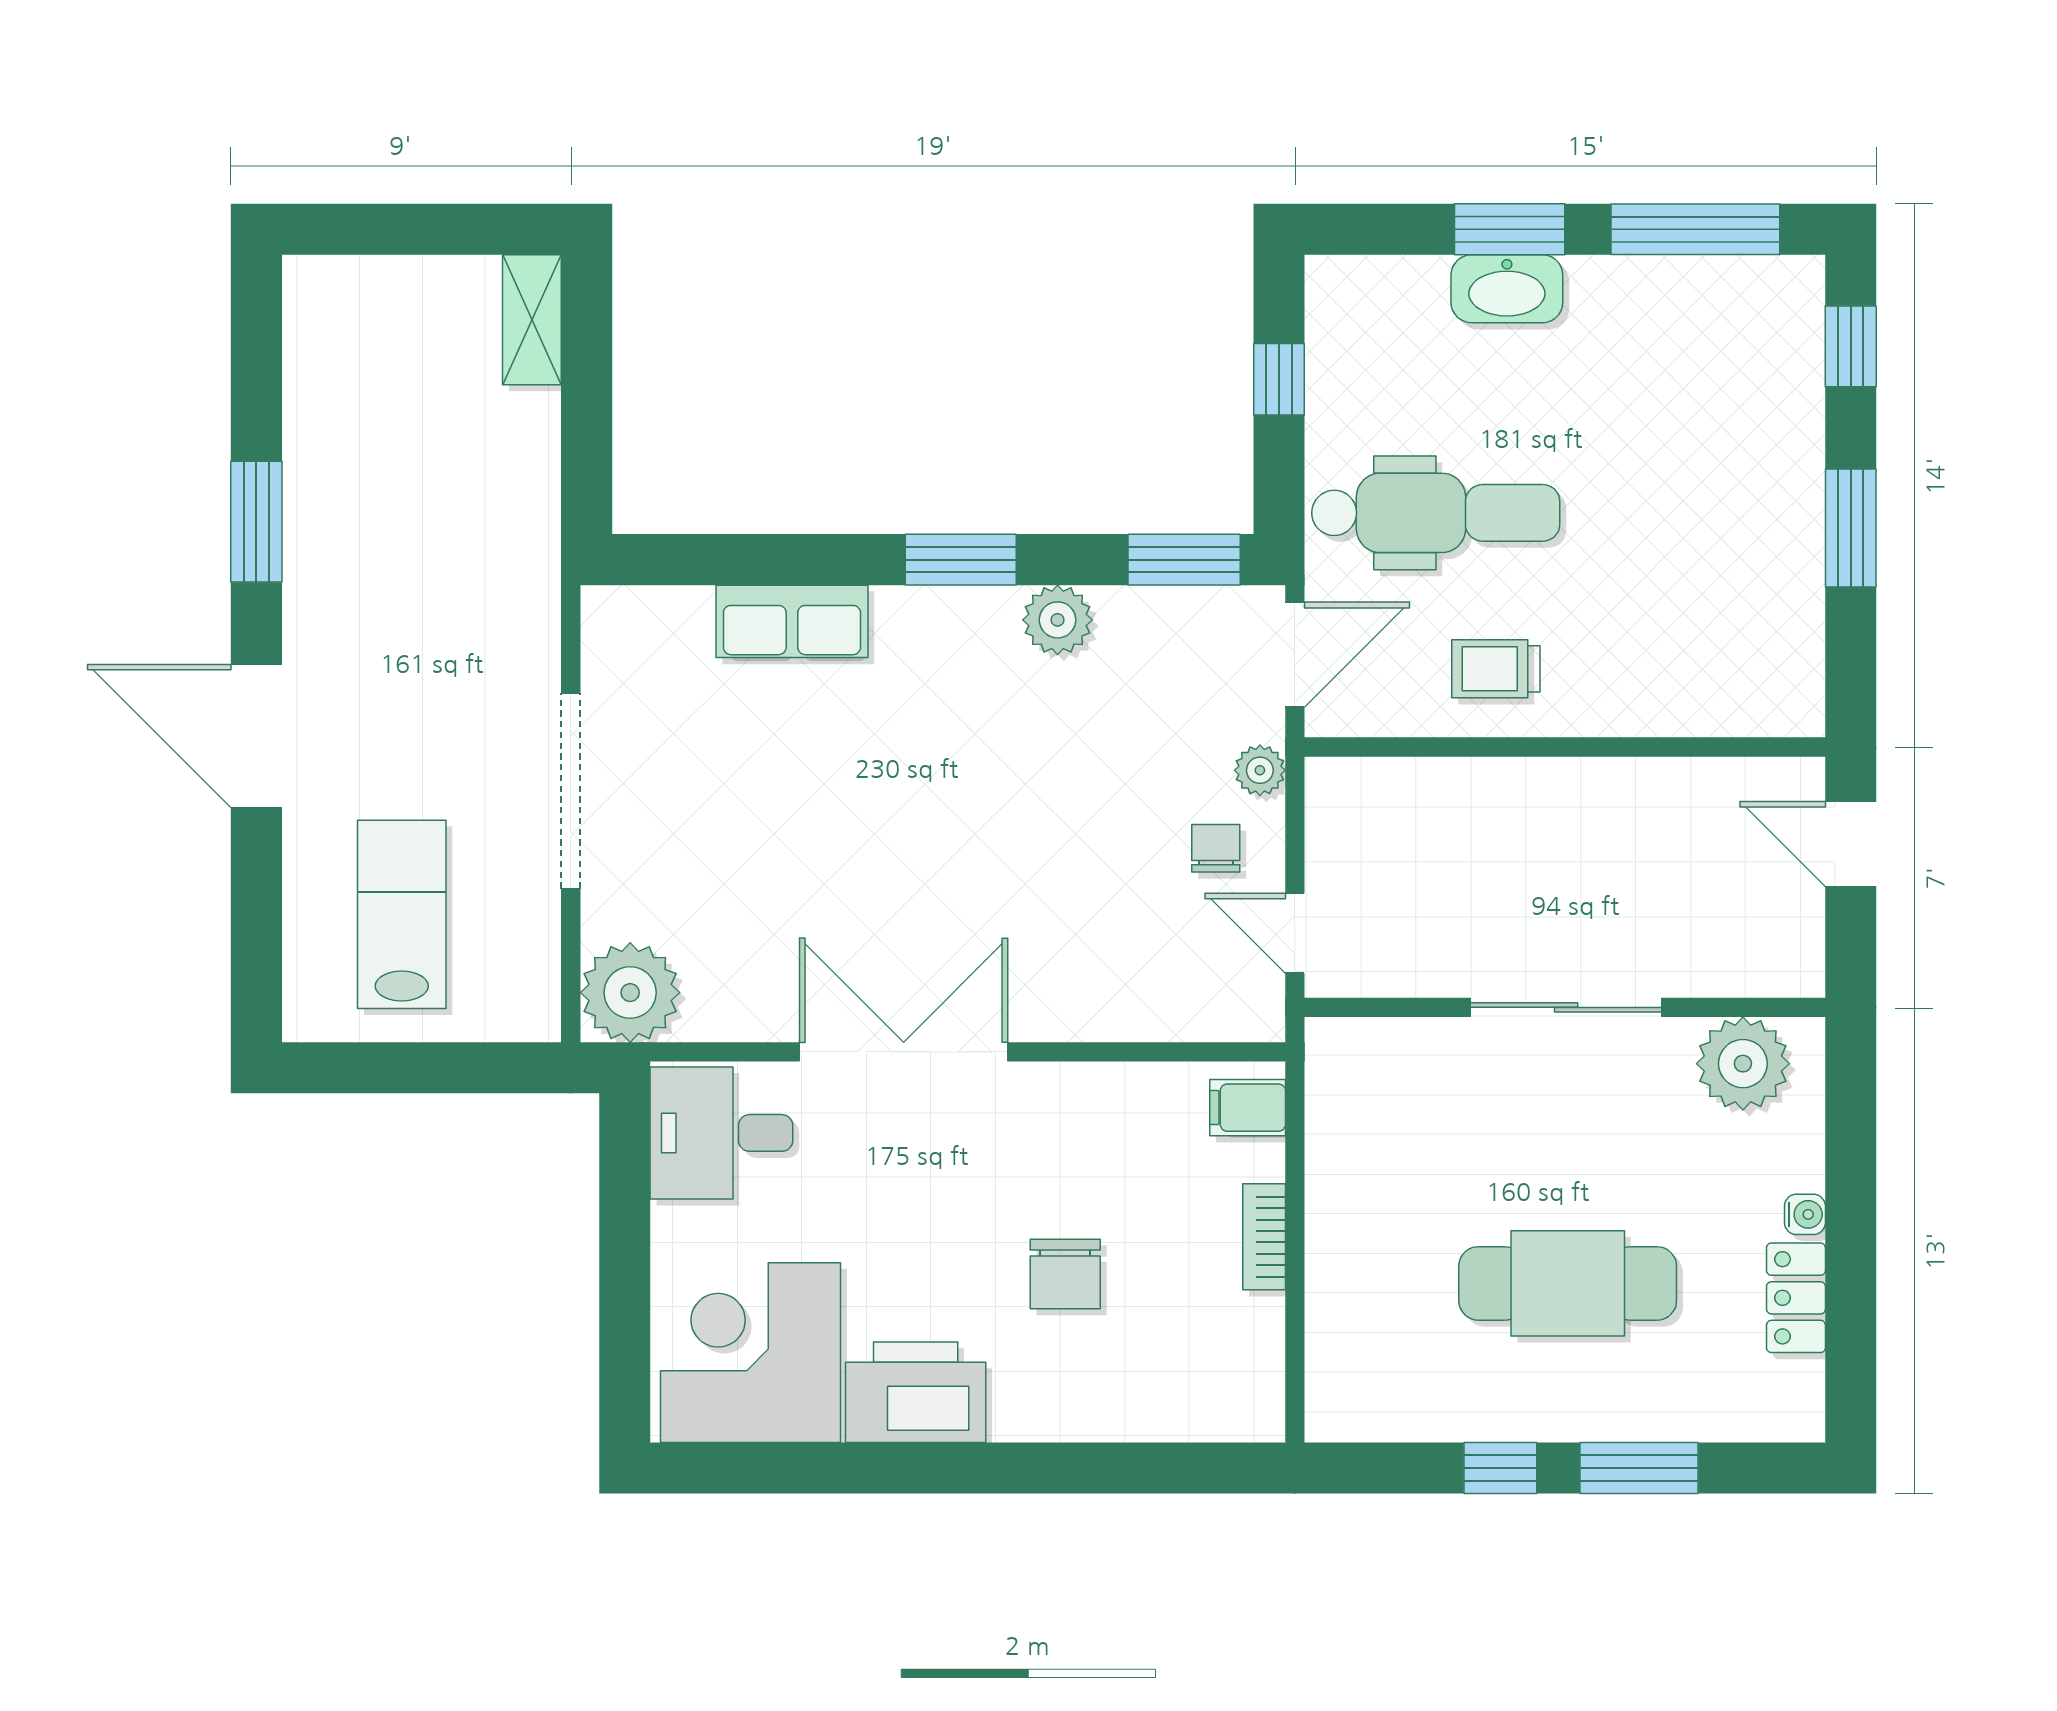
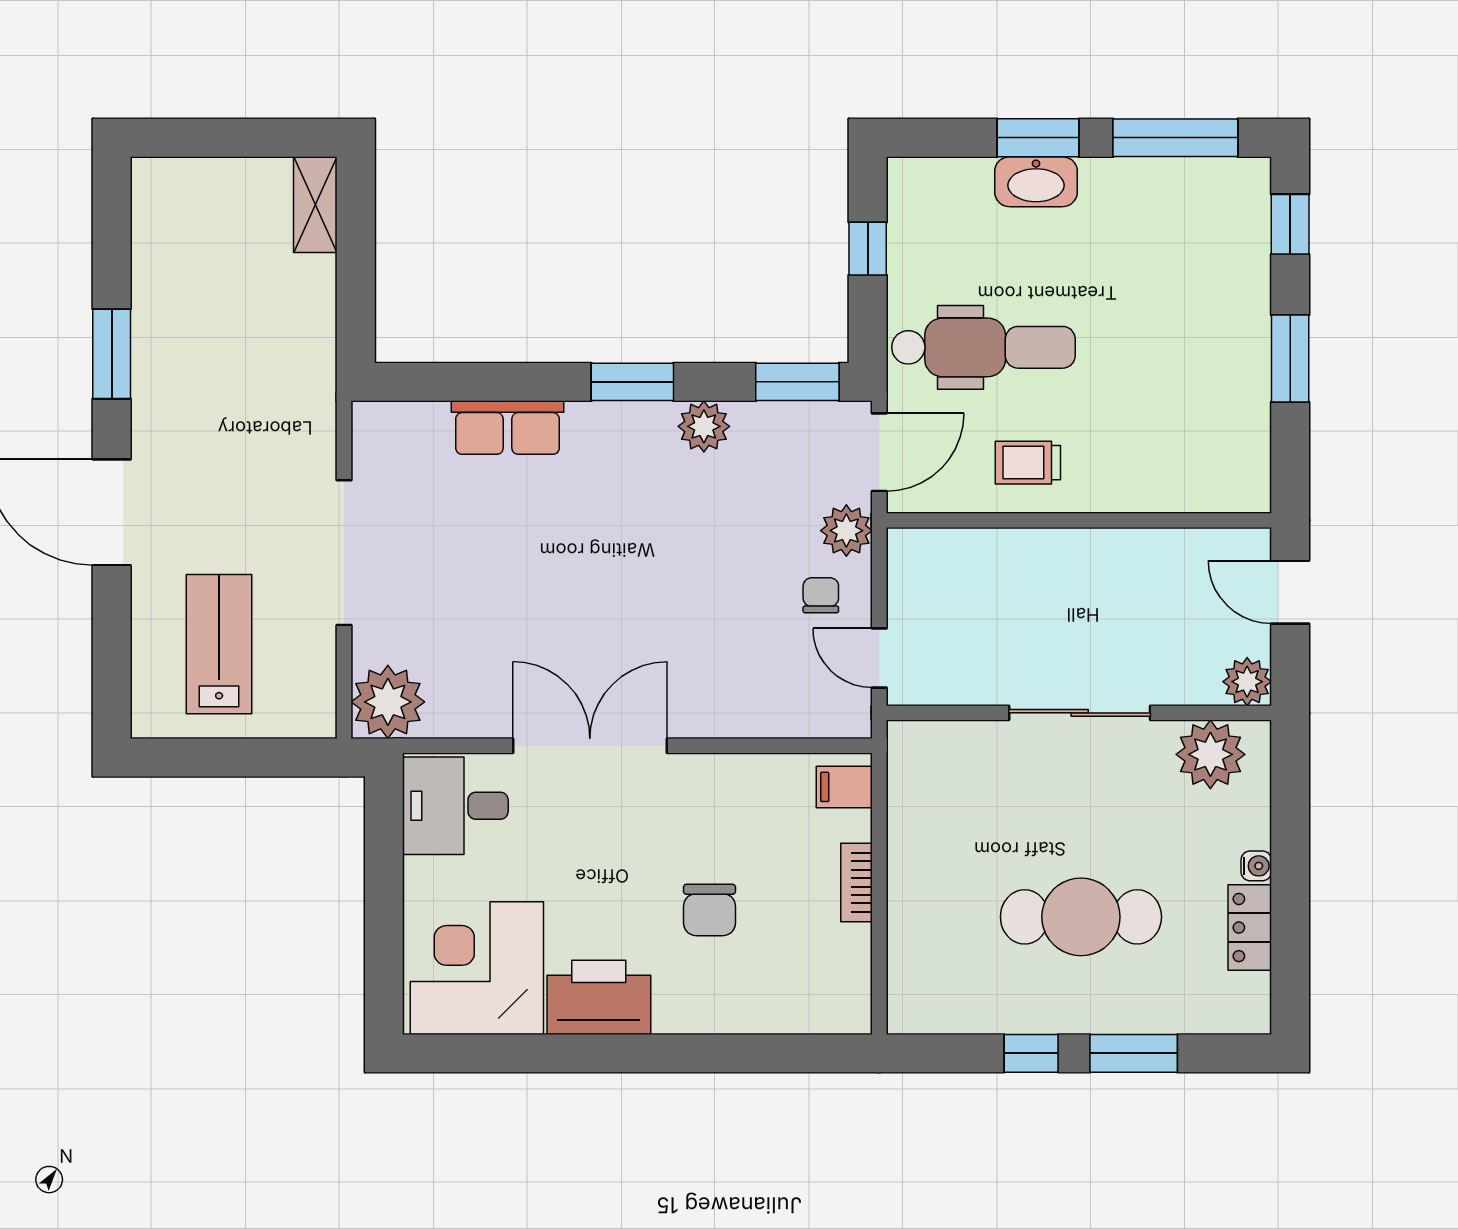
plant: (1260, 770) -> (846, 531), width x1.38, depth x1.38
plant: (1792, 965) -> (1247, 682), added

